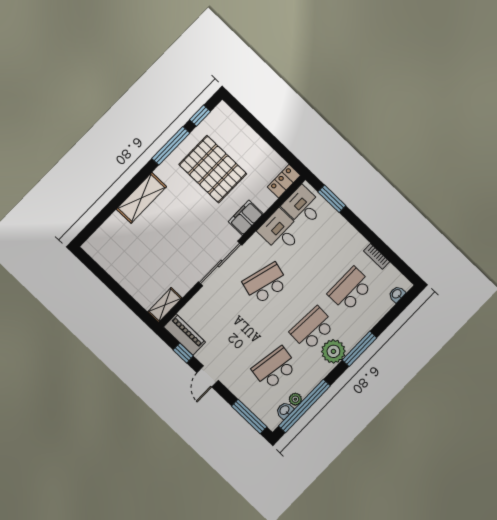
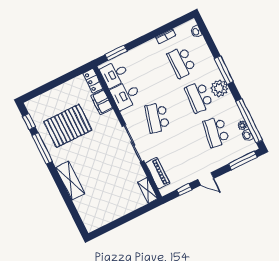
filing cabinet: (246, 218) -> (102, 102), moved
piano: (185, 335) -> (158, 173), moved, turned 90

